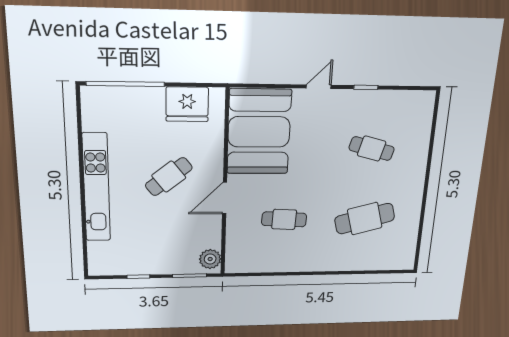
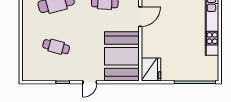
fridge: (187, 104) -> (151, 69), moved, turned 90
cafe table: (169, 177) -> (172, 30), removed

